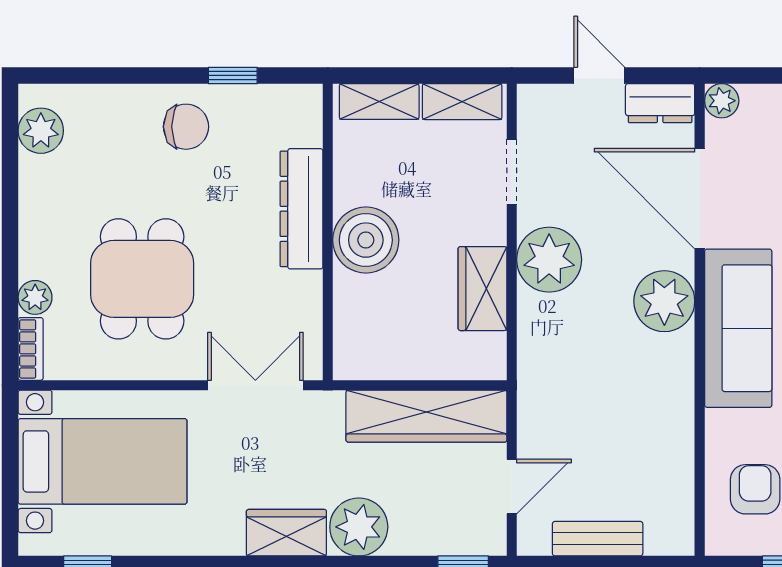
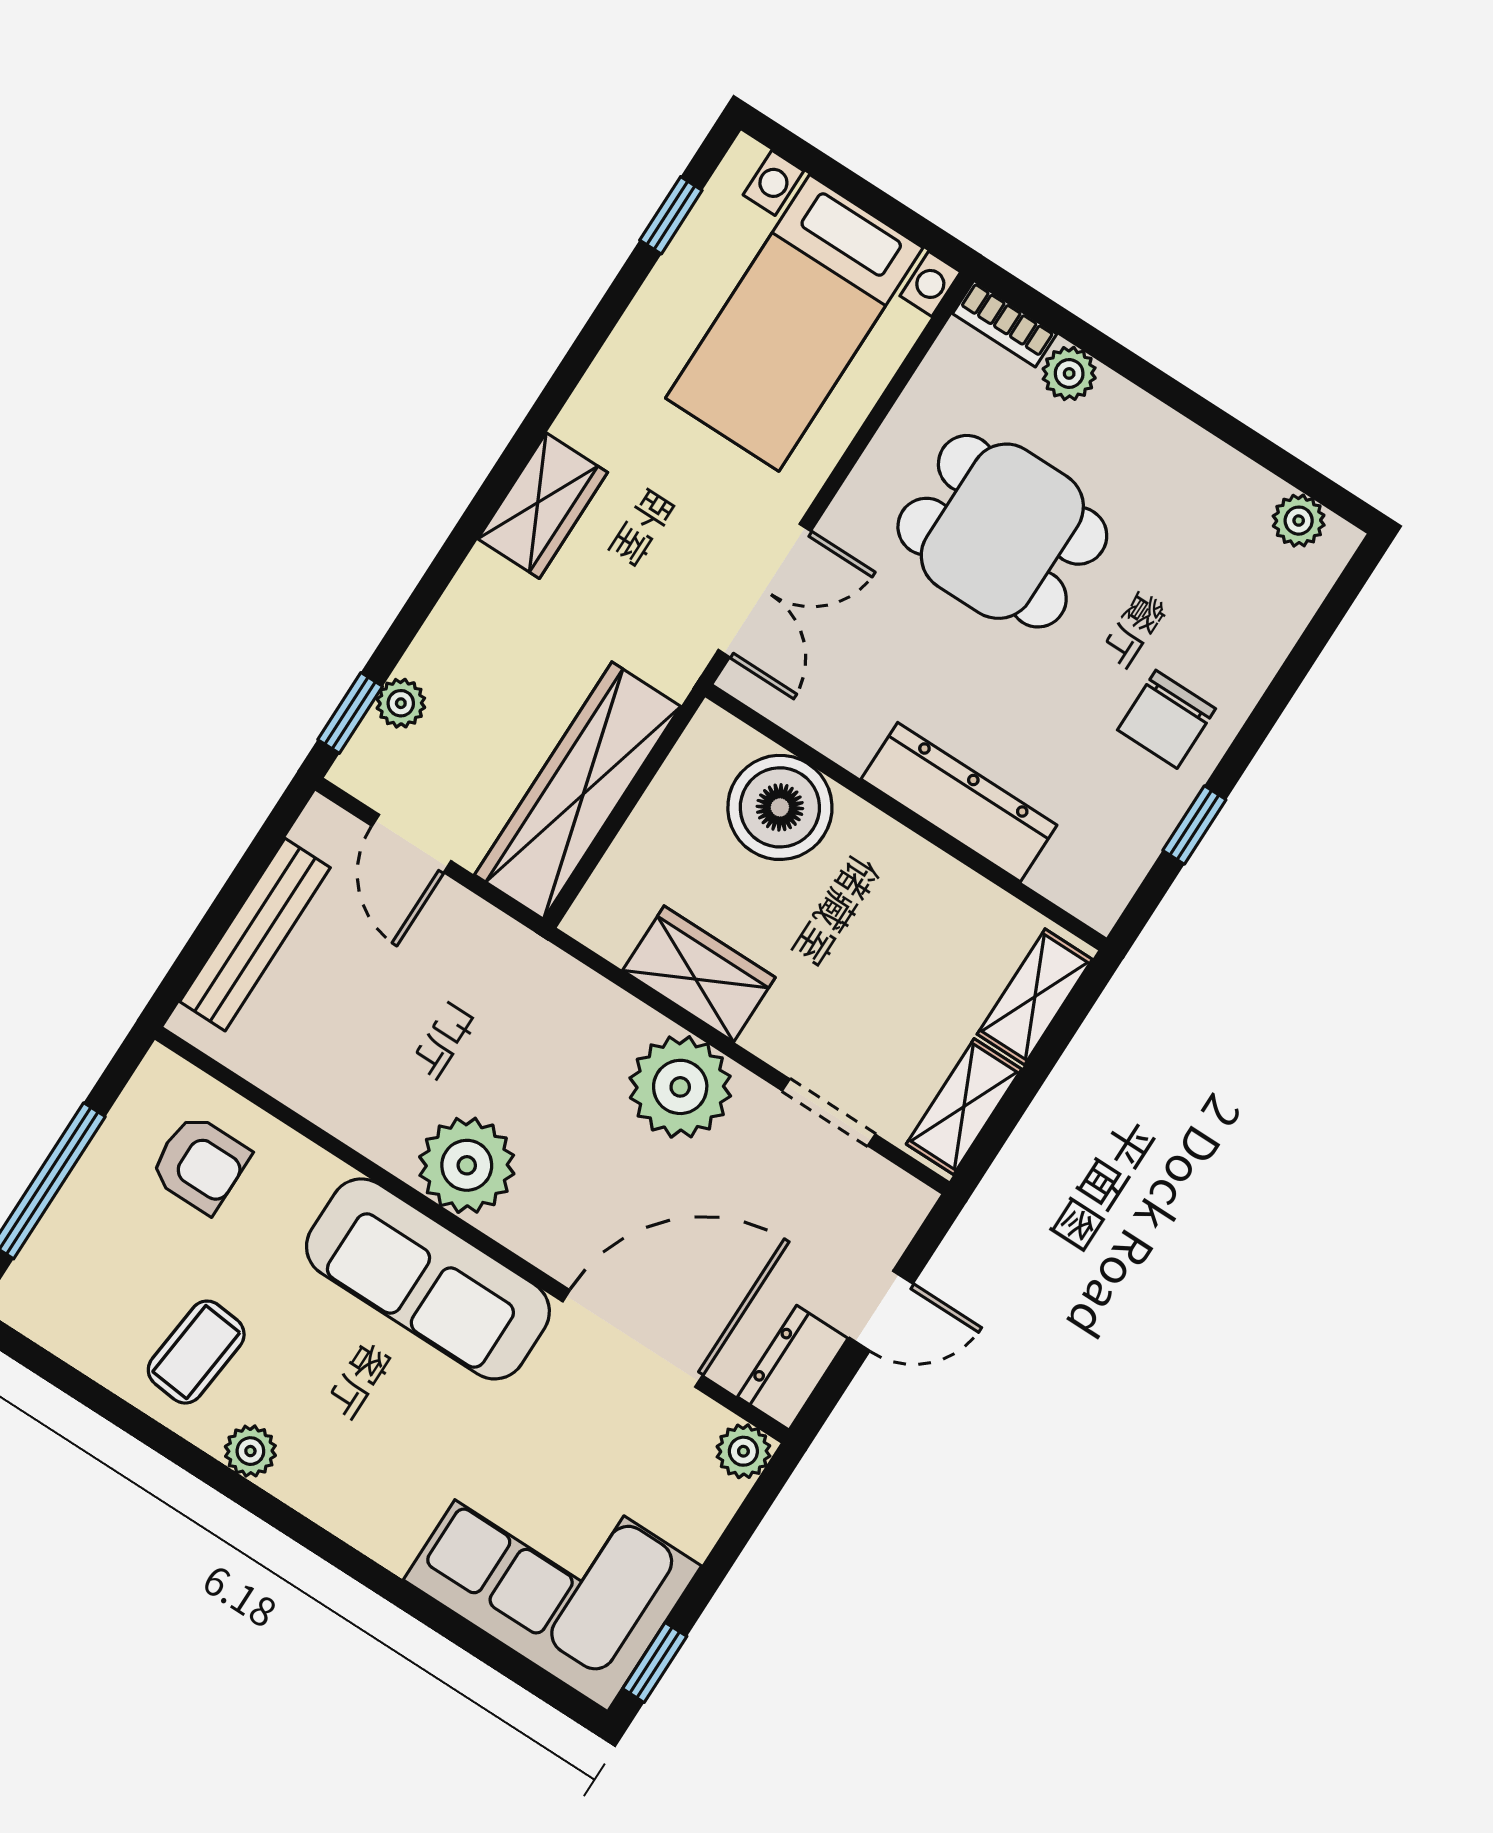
plant: (41, 131) -> (1299, 521), width x0.73, depth x0.73
boiler: (366, 240) -> (780, 807), moved
plant: (664, 301) -> (467, 1165), moved
plant: (359, 527) -> (401, 703), moved, width x0.53, depth x0.53
bench: (598, 539) -> (255, 935), width x1.36

